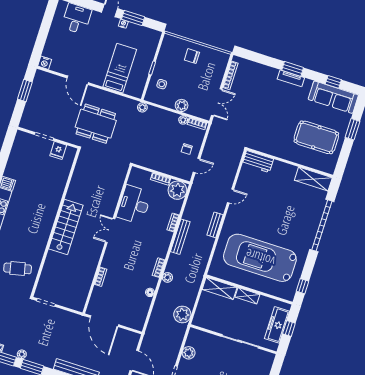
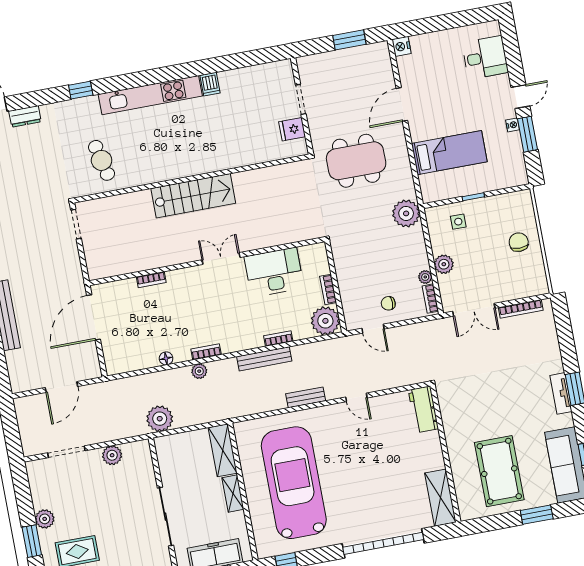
plant: (142, 107) -> (406, 213), width x1.88, depth x1.88
dining table: (96, 124) -> (356, 161), turned 90

